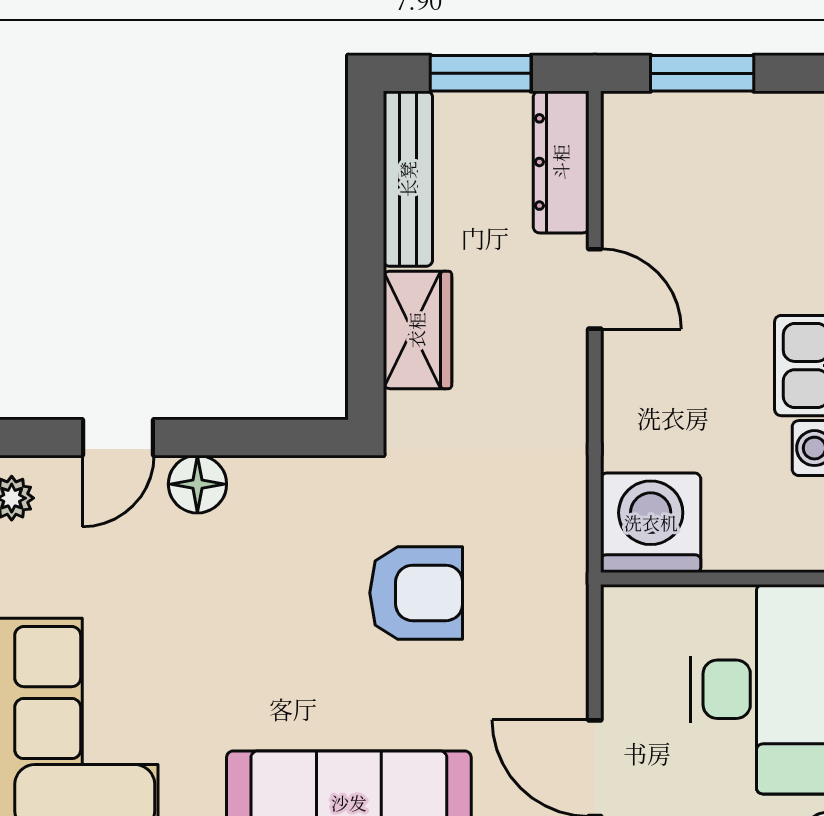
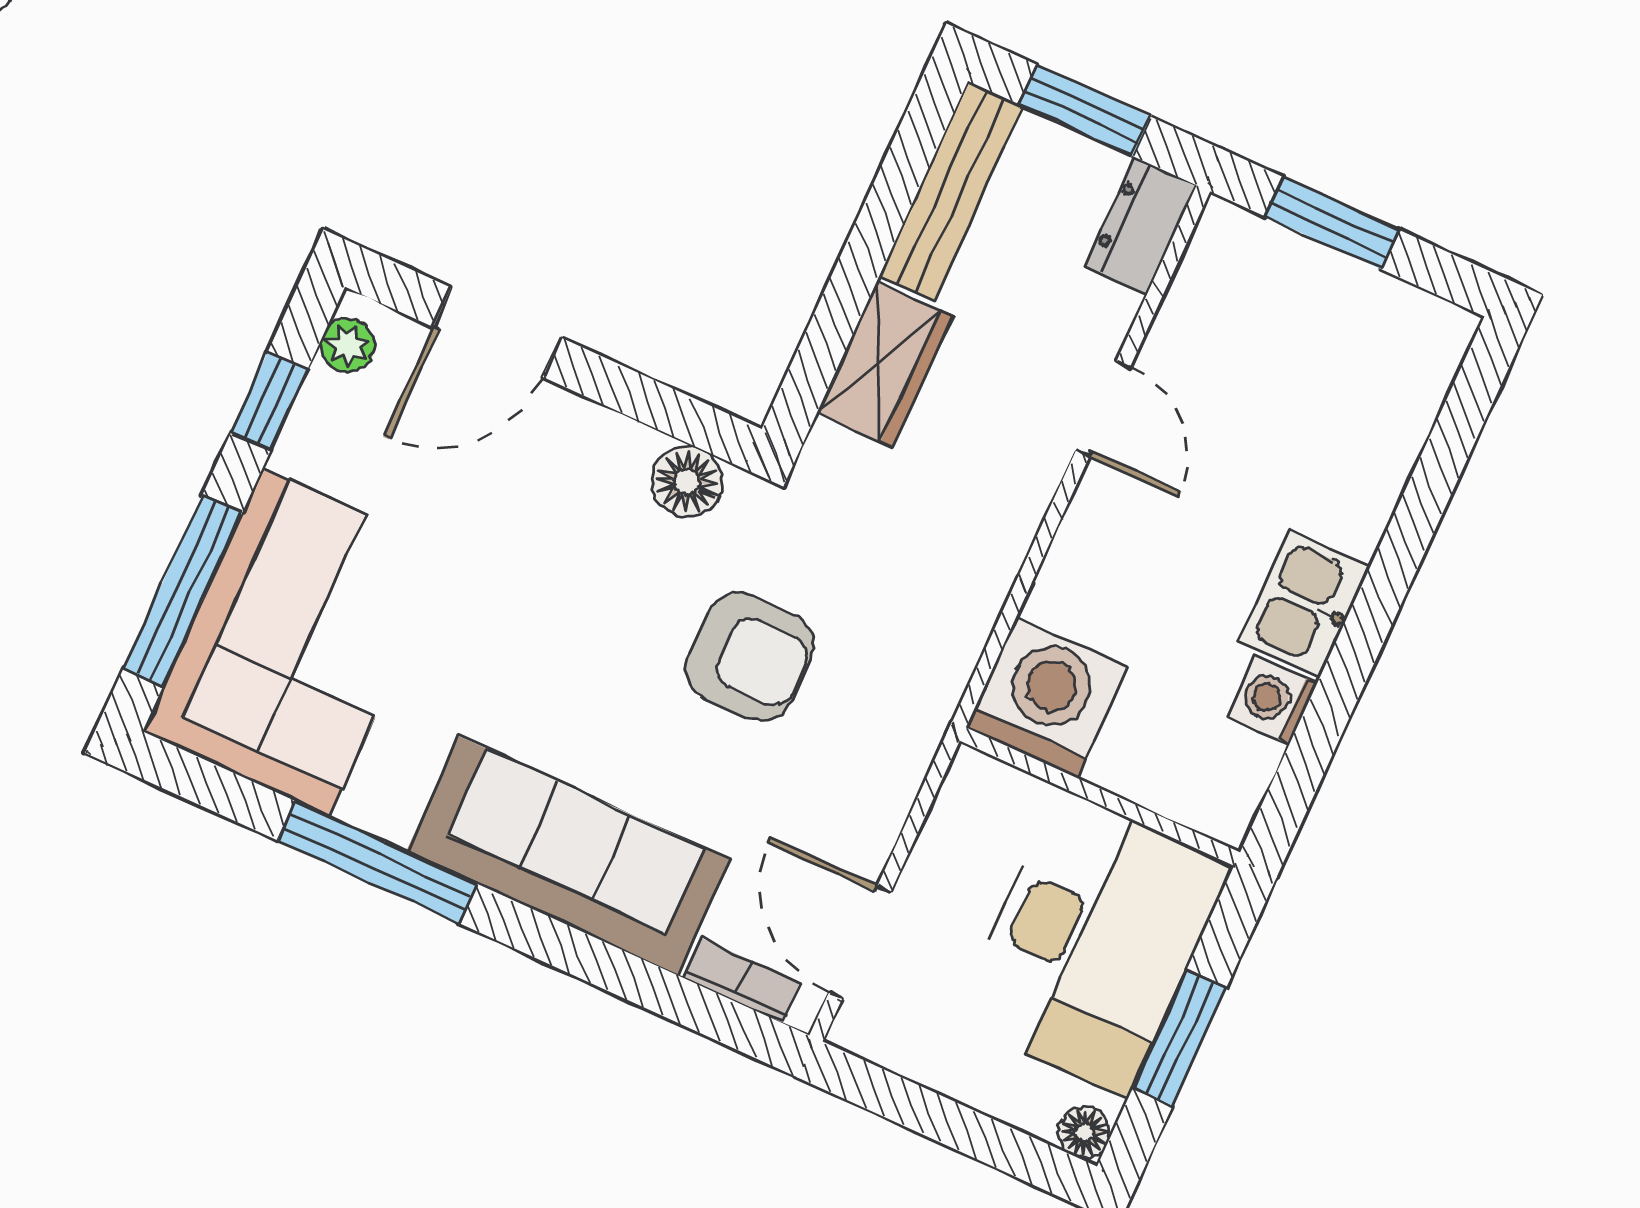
dresser: (561, 162) -> (1141, 226), width x0.70
door: (118, 438) -> (497, 332), width x1.37
floor lamp: (197, 484) -> (687, 481), moved

